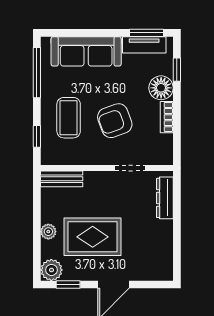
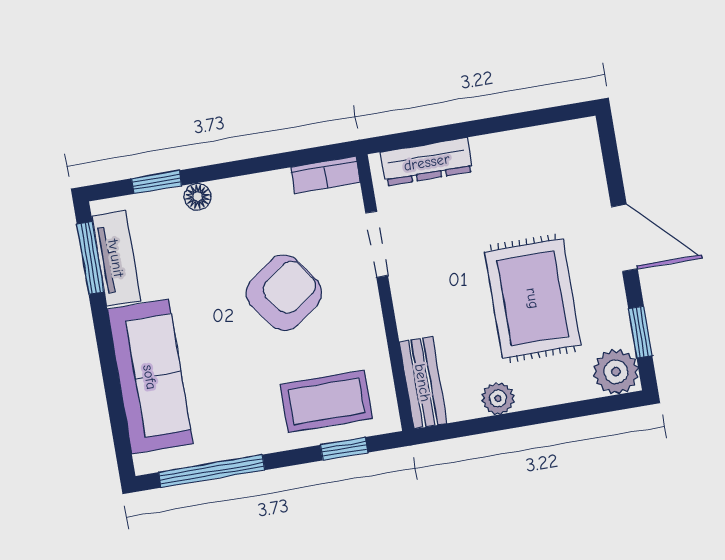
floor lamp: (161, 88) -> (198, 197), width x0.53, depth x0.53
bookcase: (167, 117) -> (325, 175), moved
coffee table: (69, 118) -> (326, 401), moved
armchair: (115, 121) -> (284, 293), turned -106
plant: (48, 232) -> (498, 398), moved

